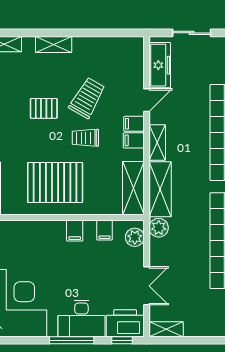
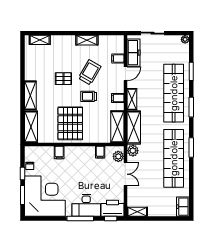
shelving: (54, 44) -> (87, 40), moved
filing cabinet: (134, 124) -> (118, 58), moved
pallet: (55, 182) -> (70, 123), turned 90
filing cabinet: (75, 231) -> (59, 152), moved
double door: (147, 286) -> (125, 174), moved

